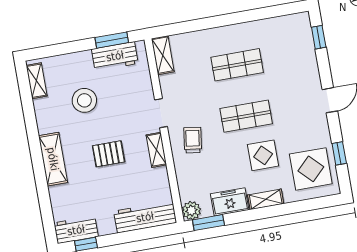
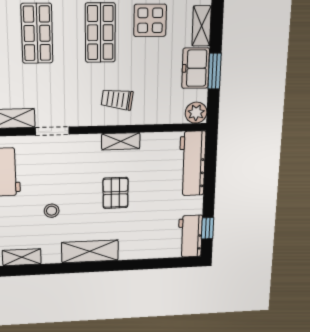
stool: (84, 100) -> (52, 211), width x0.53, depth x0.53
doorway: (161, 113) -> (52, 131), moved
shelving: (53, 159) -> (90, 251), moved
window: (208, 223) -> (215, 71), moved

